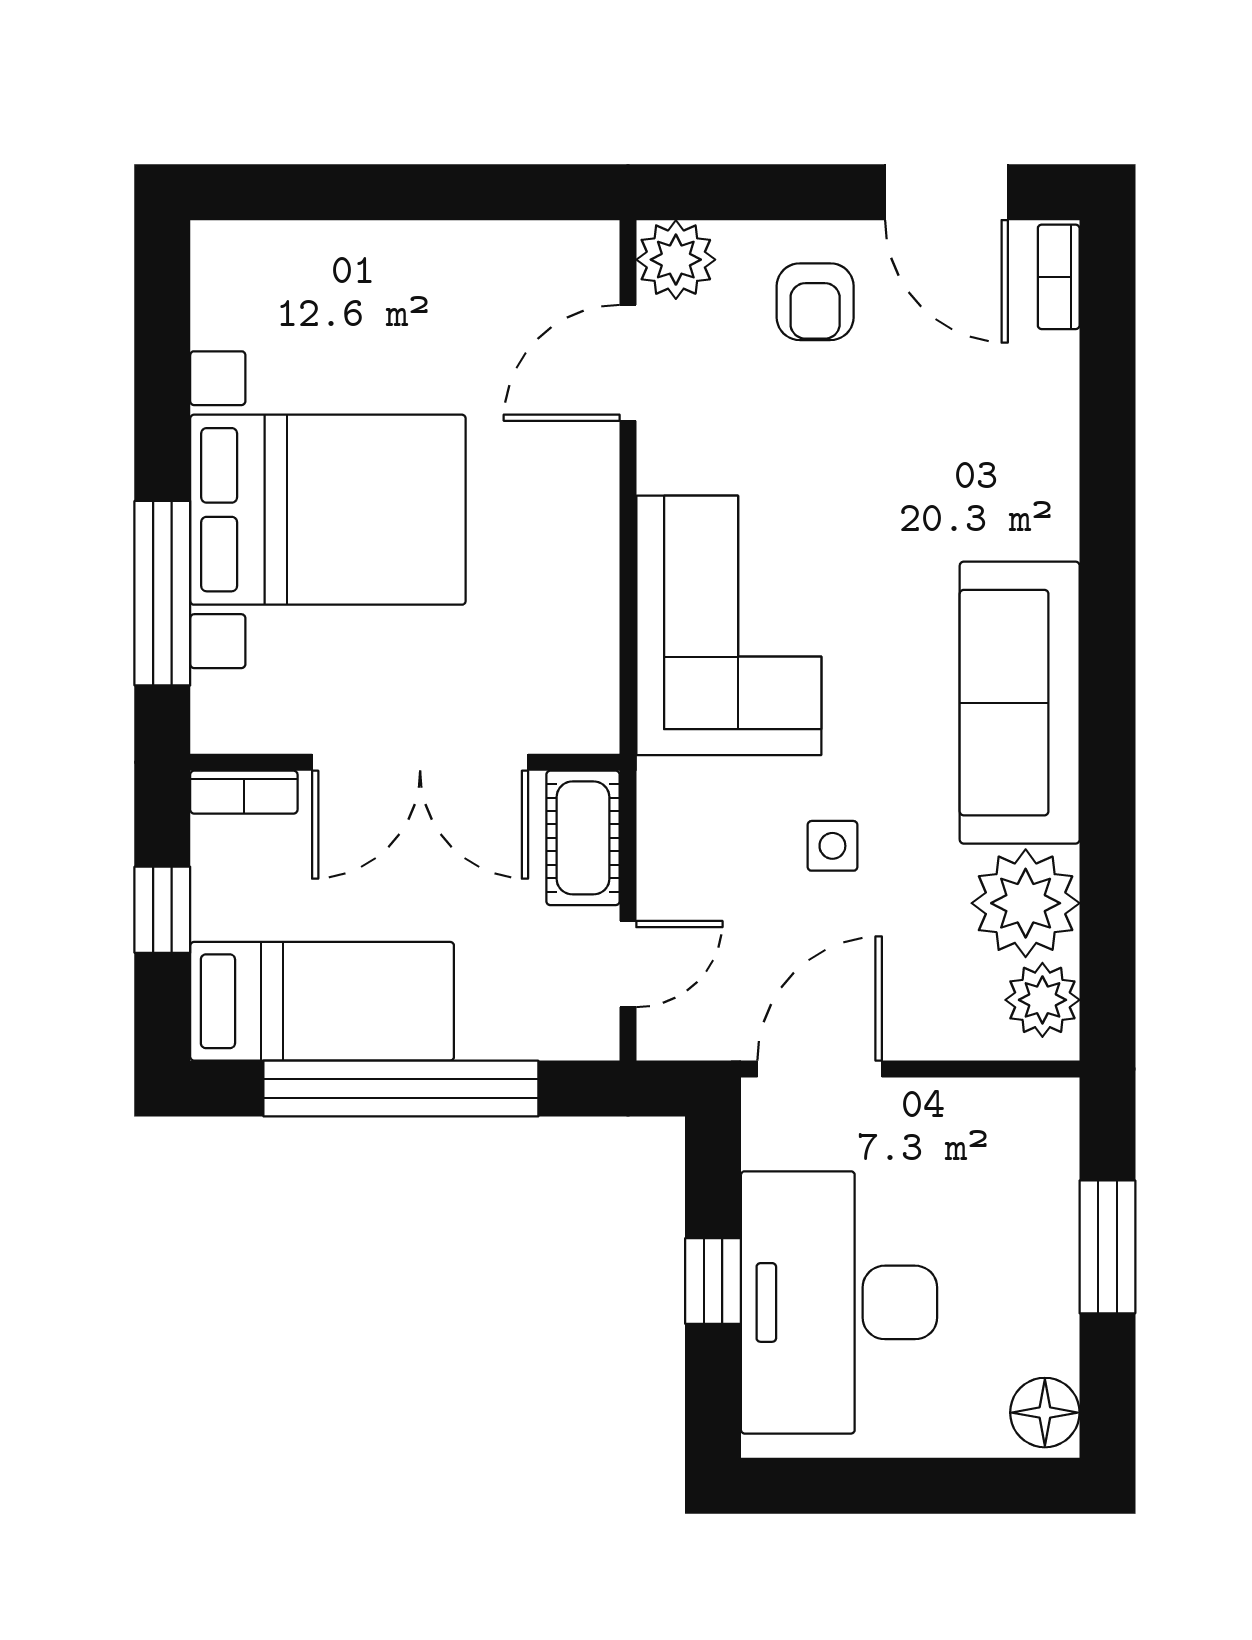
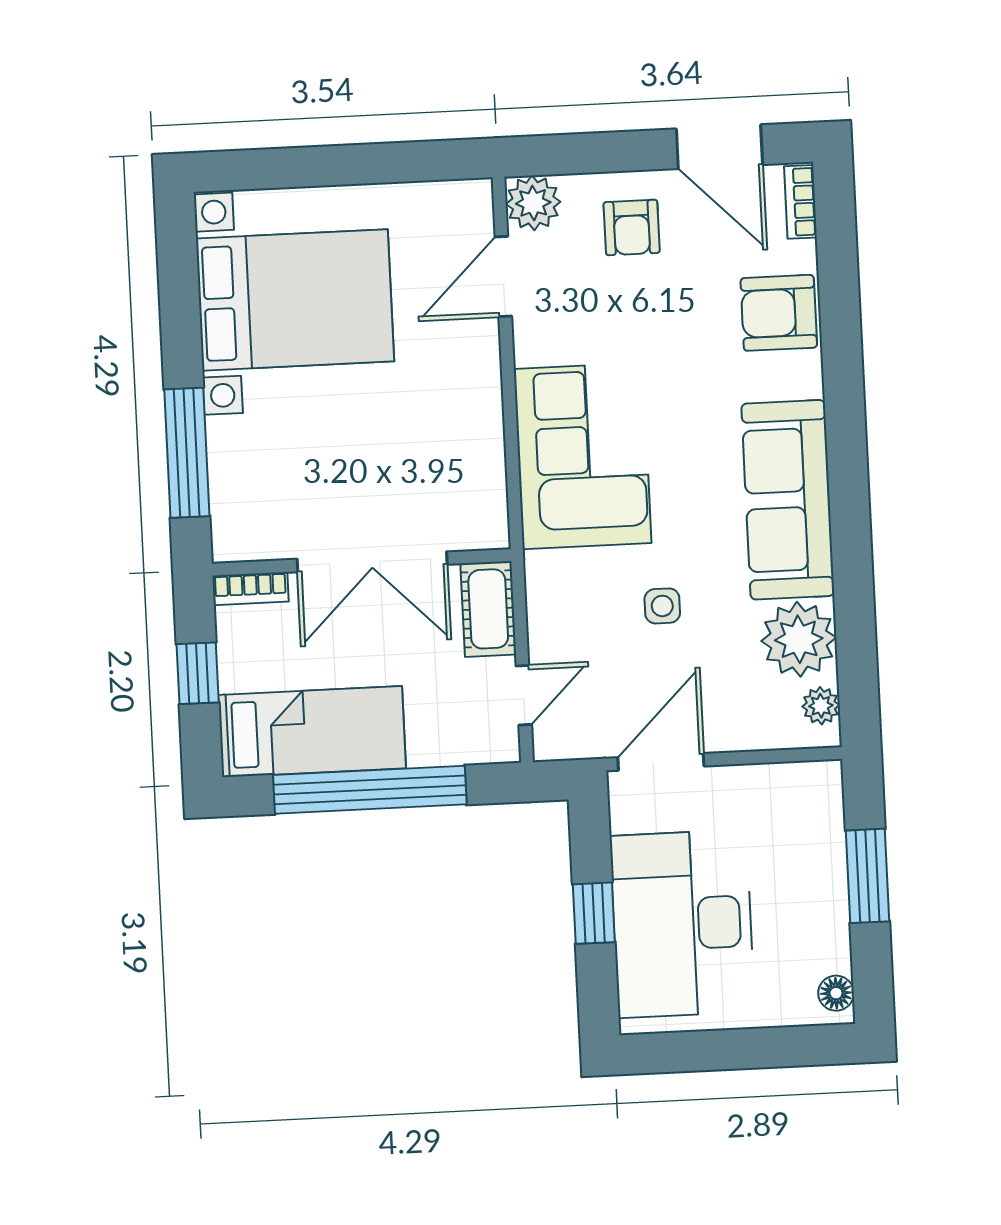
armchair: (1020, 434) -> (779, 313), added
bed with nightstands: (328, 510) -> (295, 300), moved
plant: (1042, 1000) -> (821, 706), width x0.73, depth x0.73
floor lamp: (1045, 1413) -> (836, 993), width x0.73, depth x0.73

